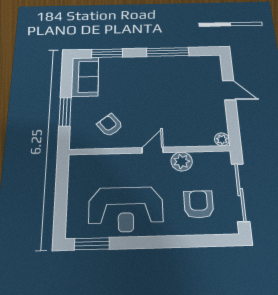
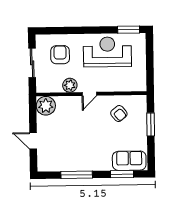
sofa: (85, 77) -> (129, 161), moved, turned 90
plant: (222, 139) -> (46, 106), width x1.88, depth x1.88
sliding door: (240, 192) -> (32, 63), width x0.73
armchair: (199, 204) -> (60, 55), turned 180

